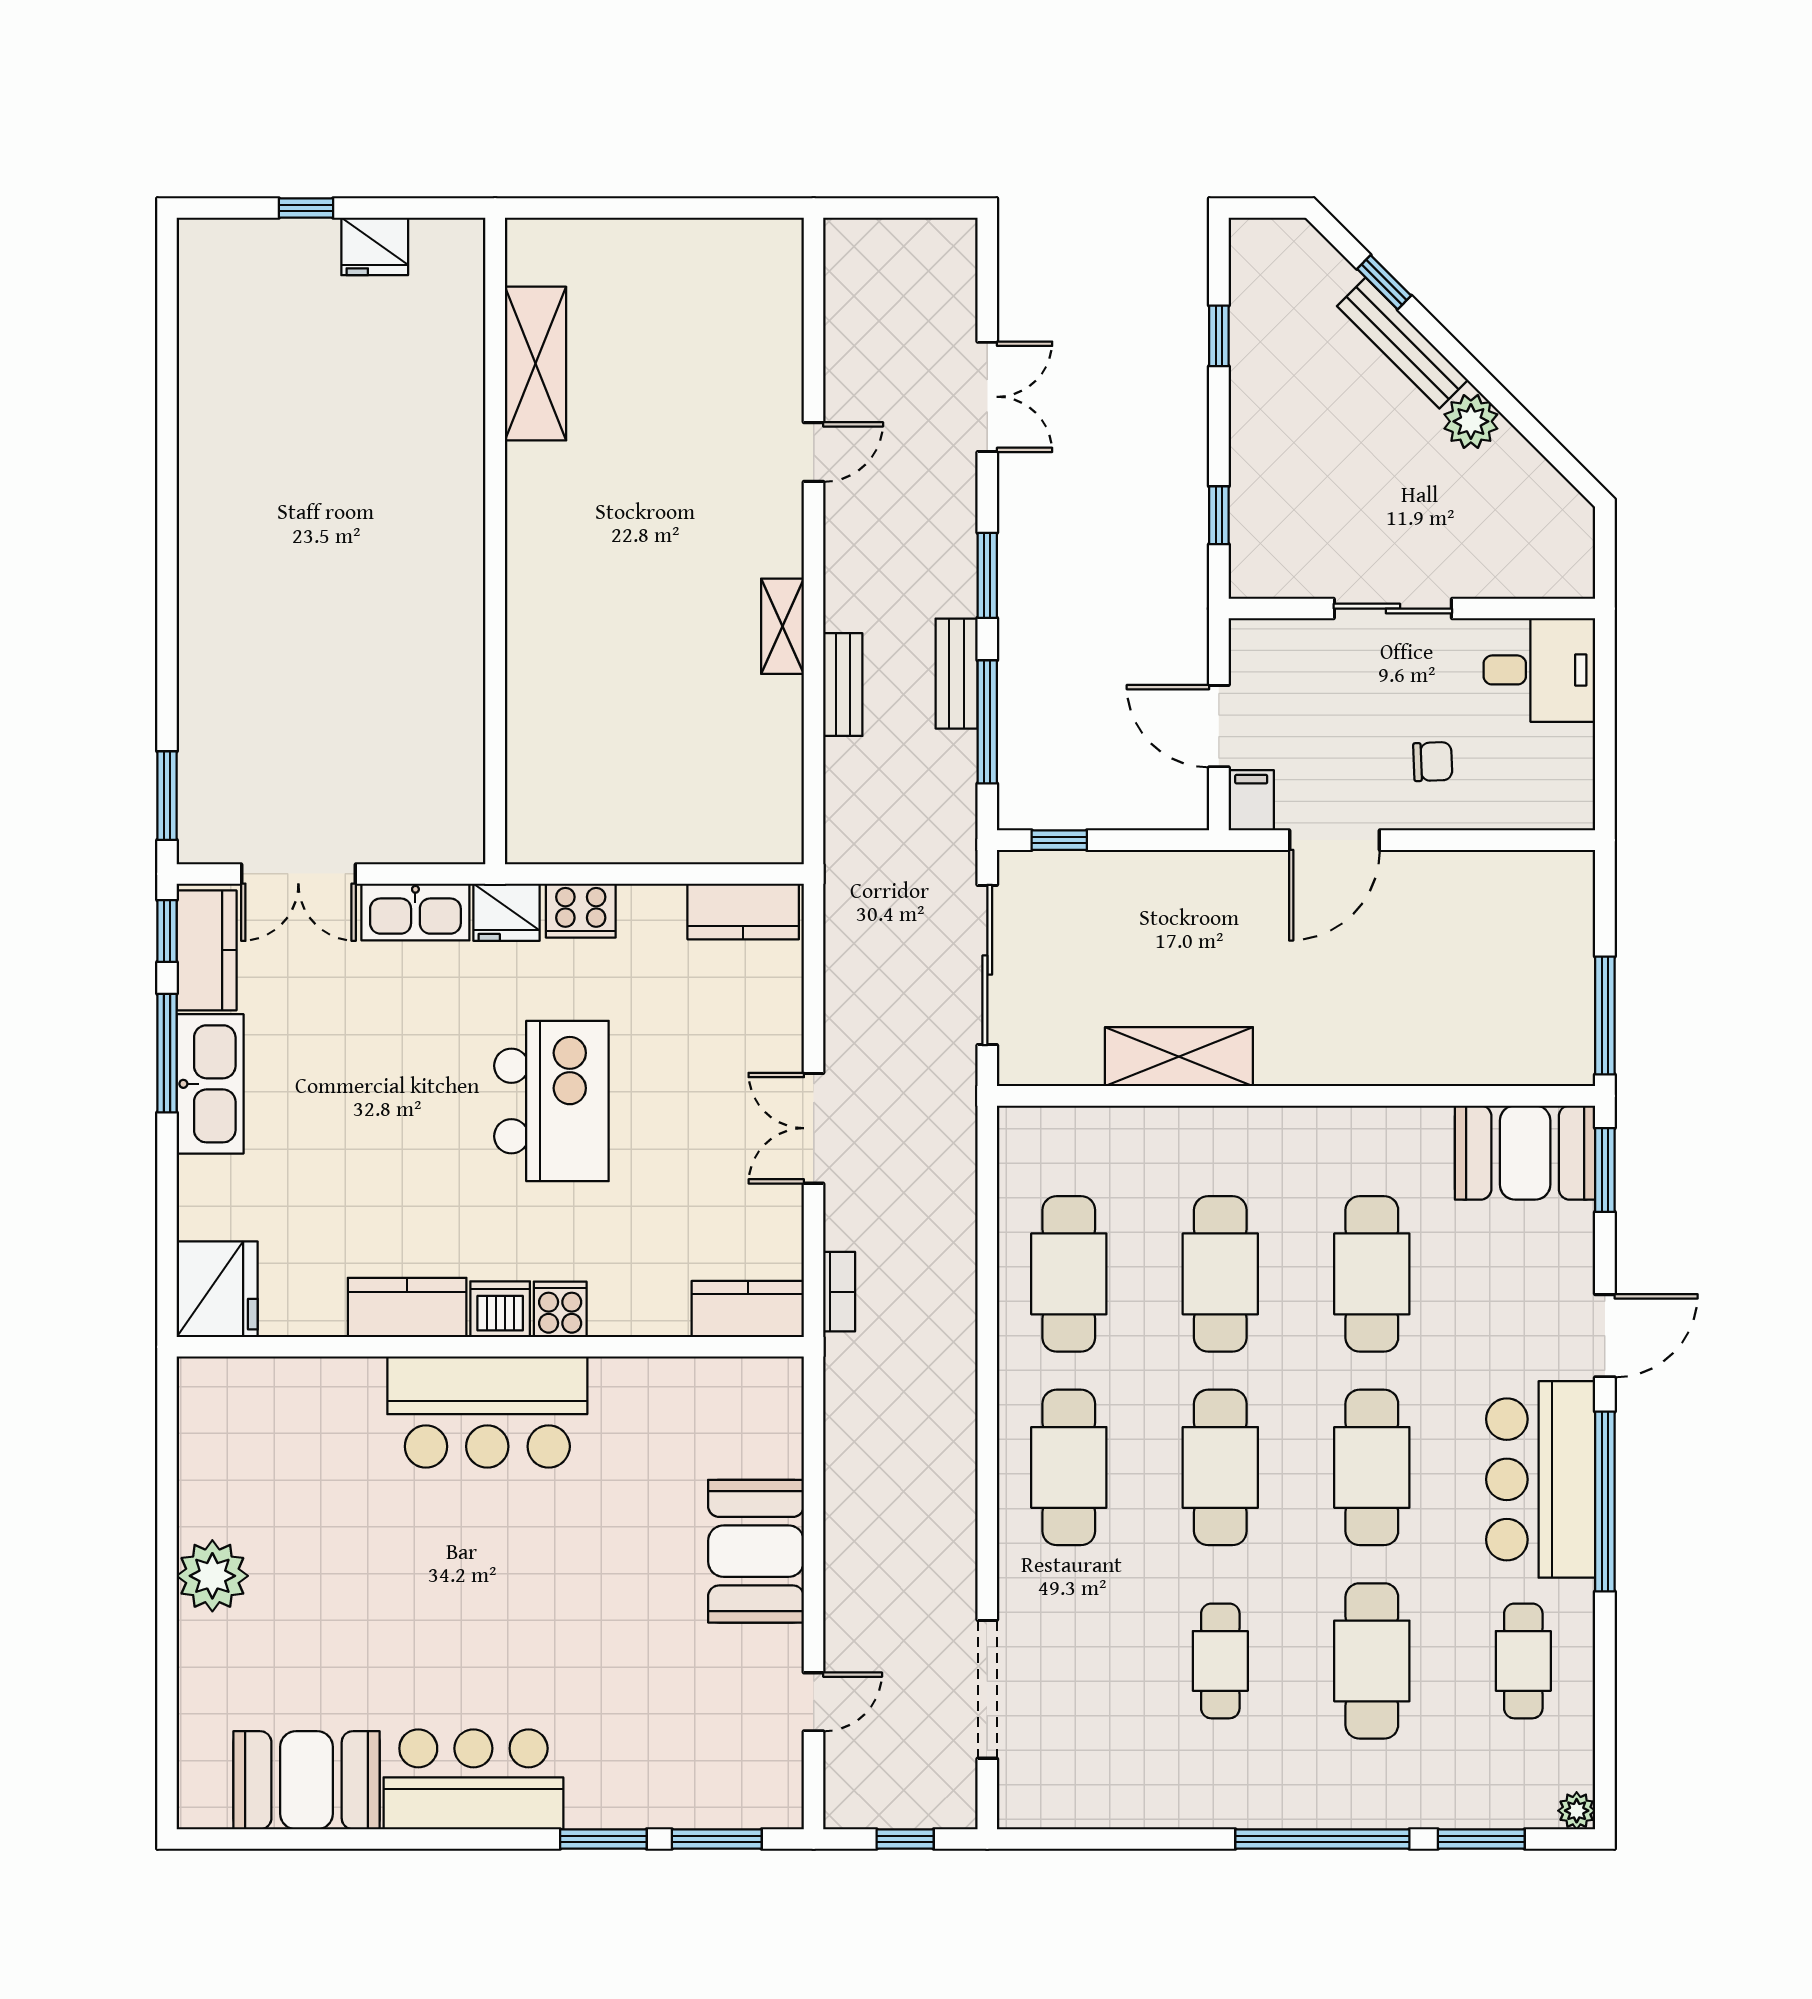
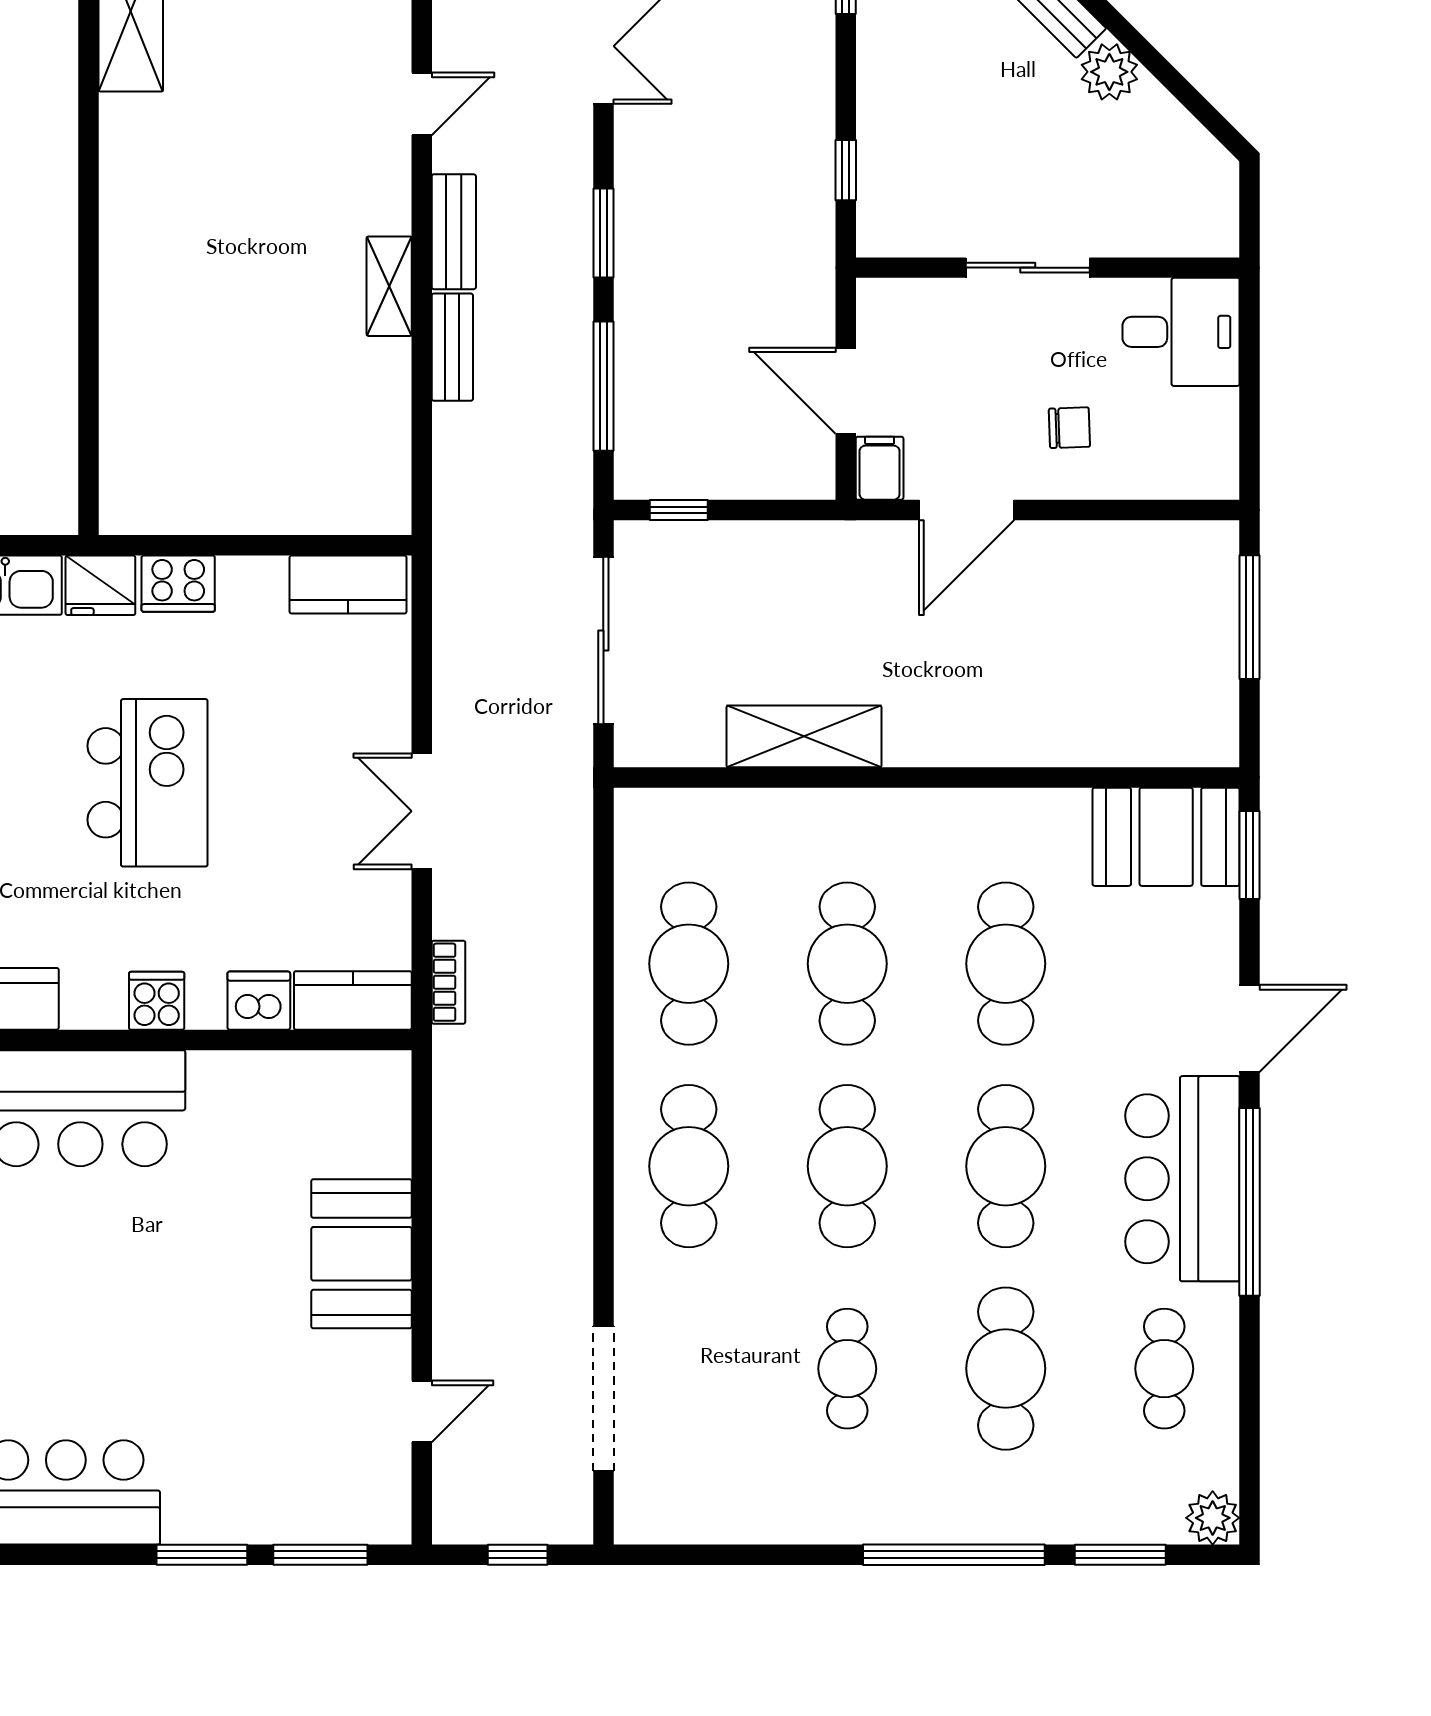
bench: (957, 674) -> (454, 232), moved
window: (1605, 1015) -> (1250, 617), moved
dishwasher: (500, 1309) -> (259, 1001), moved
plant: (1577, 1811) -> (1213, 1518), width x1.38, depth x1.38

